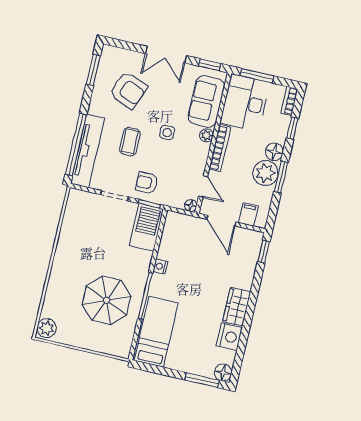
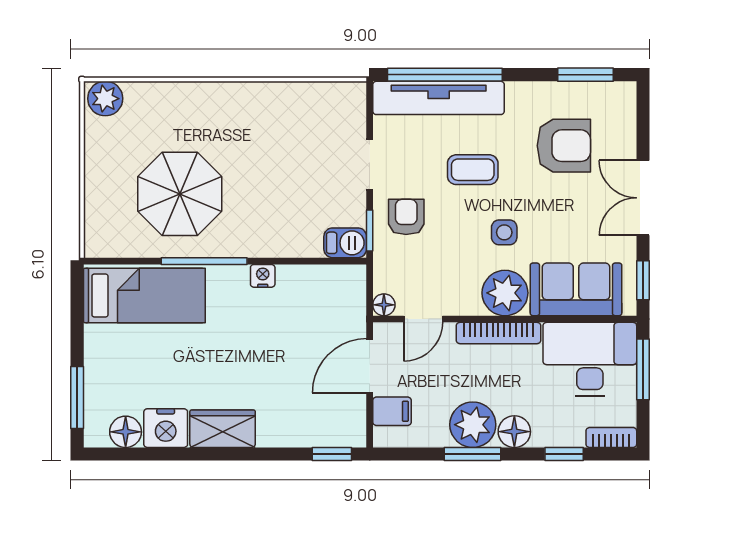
armchair: (128, 90) -> (564, 146), turned -112
plant: (206, 135) -> (505, 293), width x1.87, depth x1.87
barbecue: (146, 227) -> (345, 243), width x0.53, depth x0.65
floor lamp: (223, 373) -> (126, 432), moved

